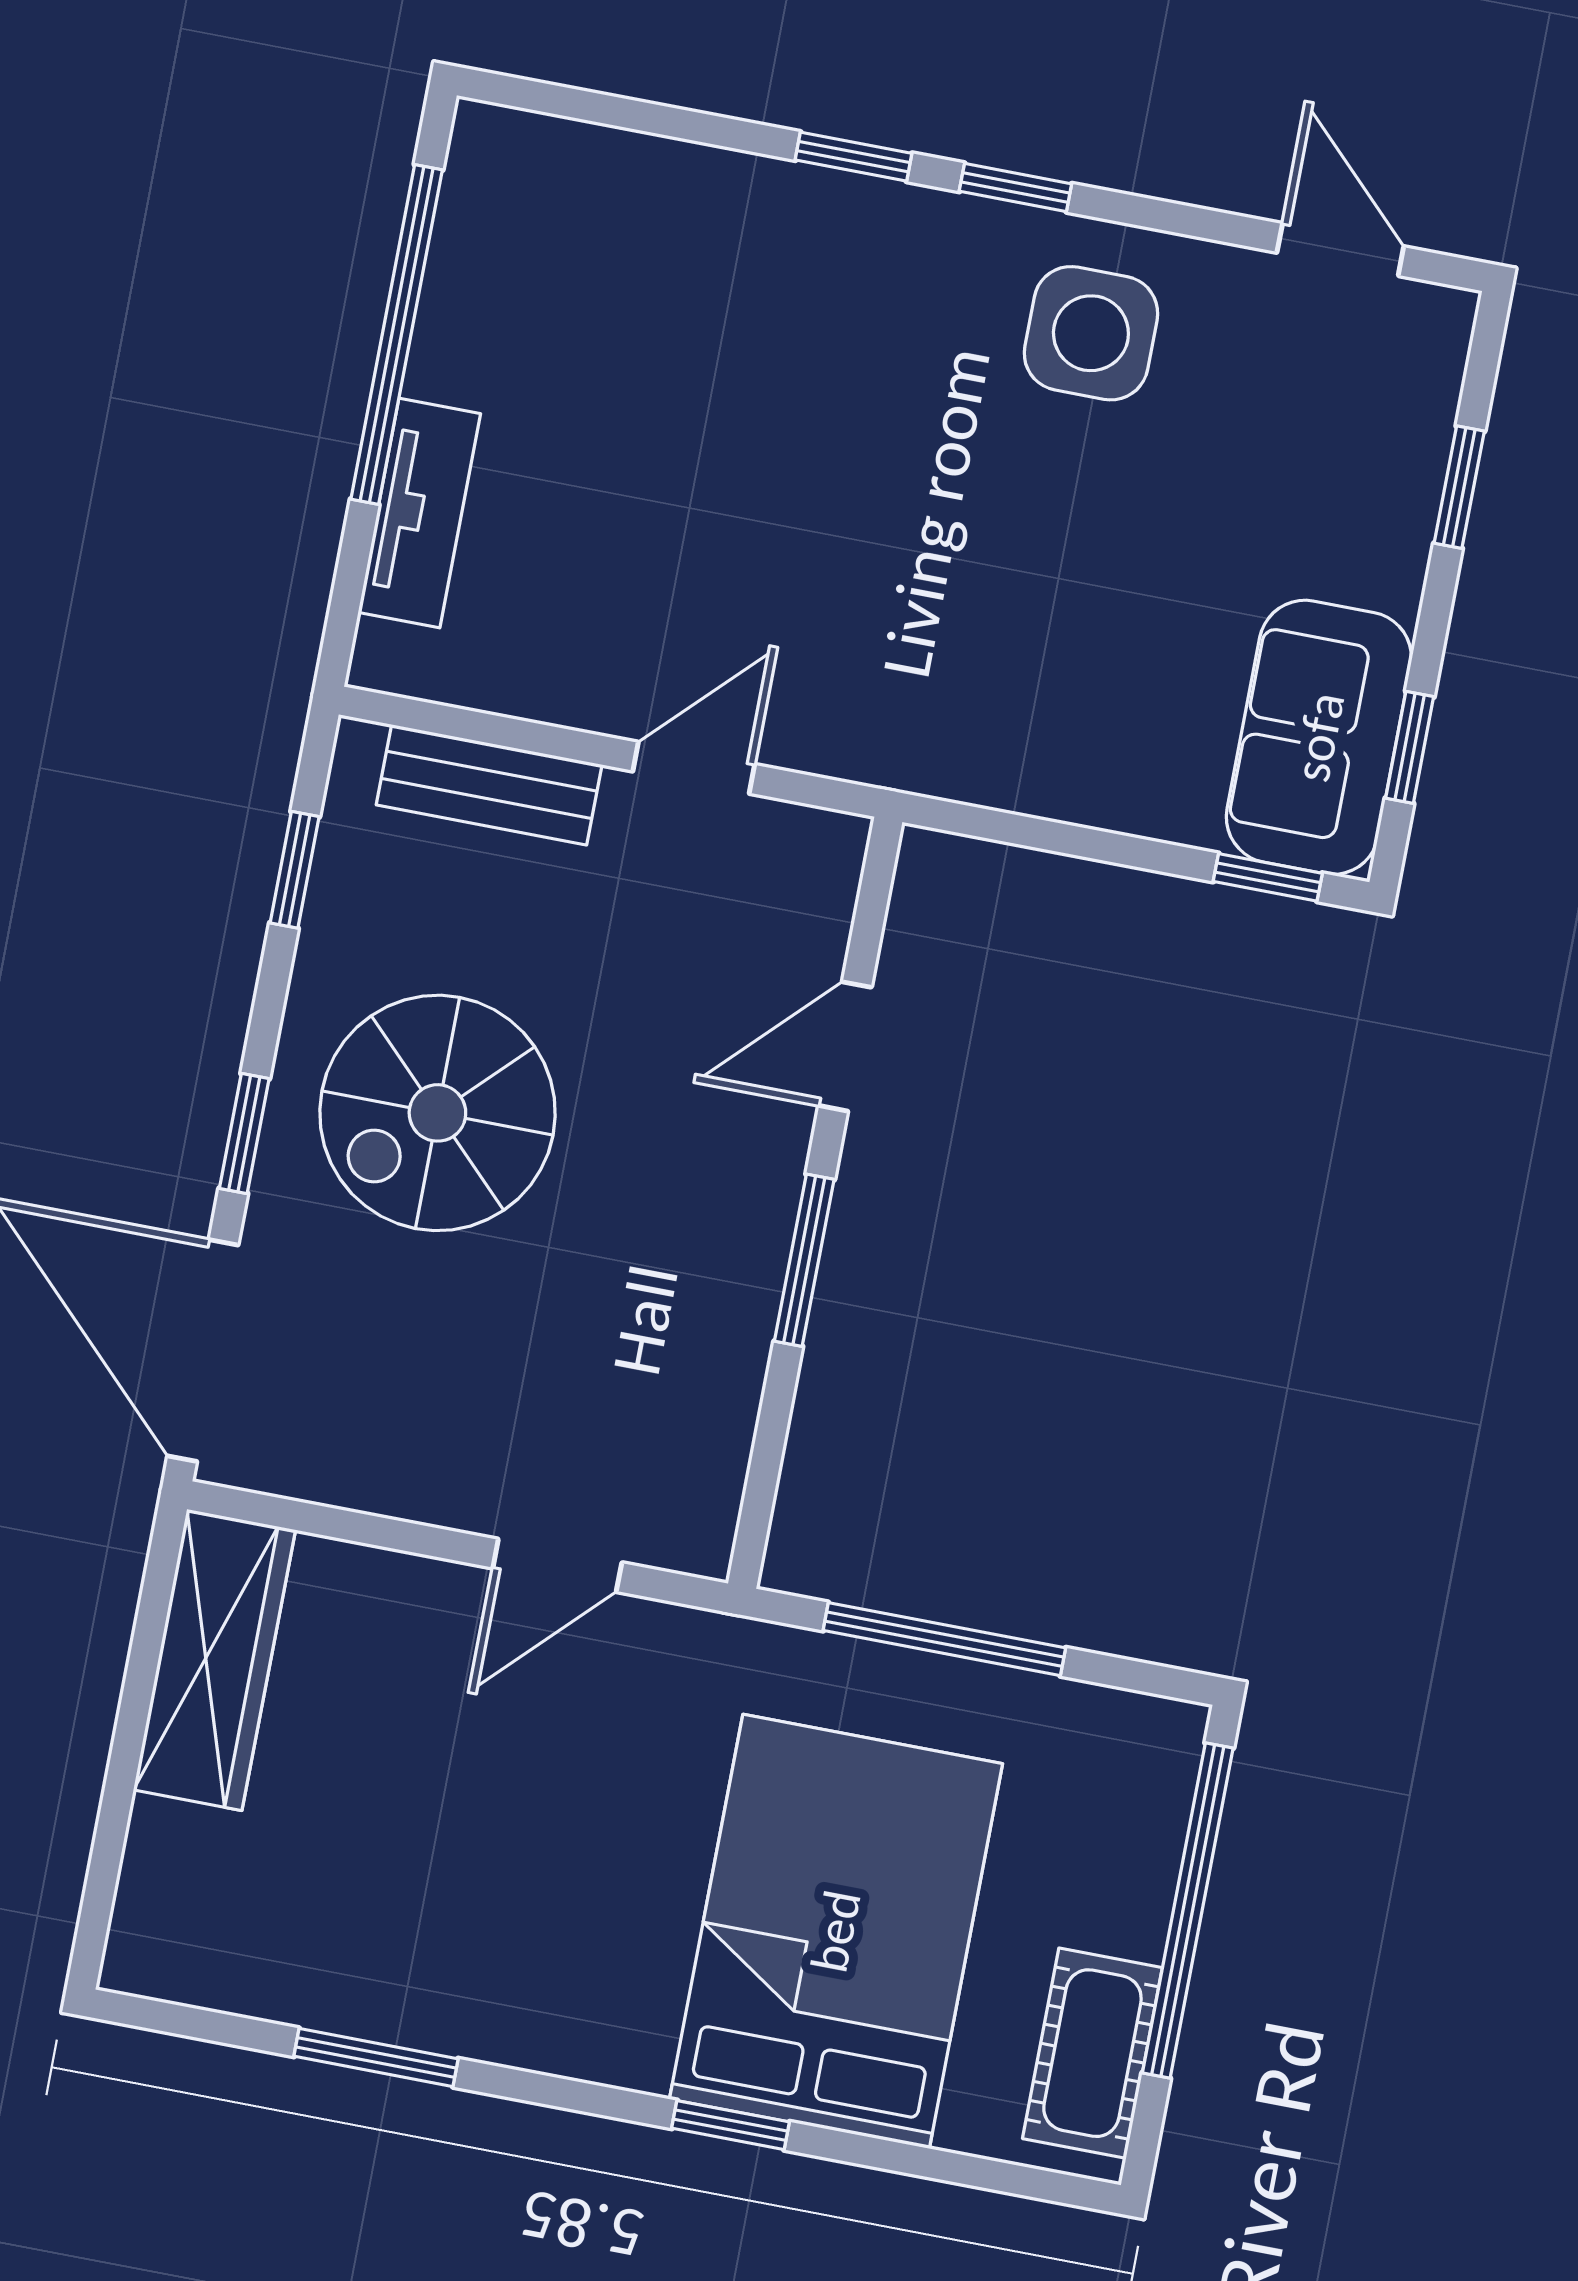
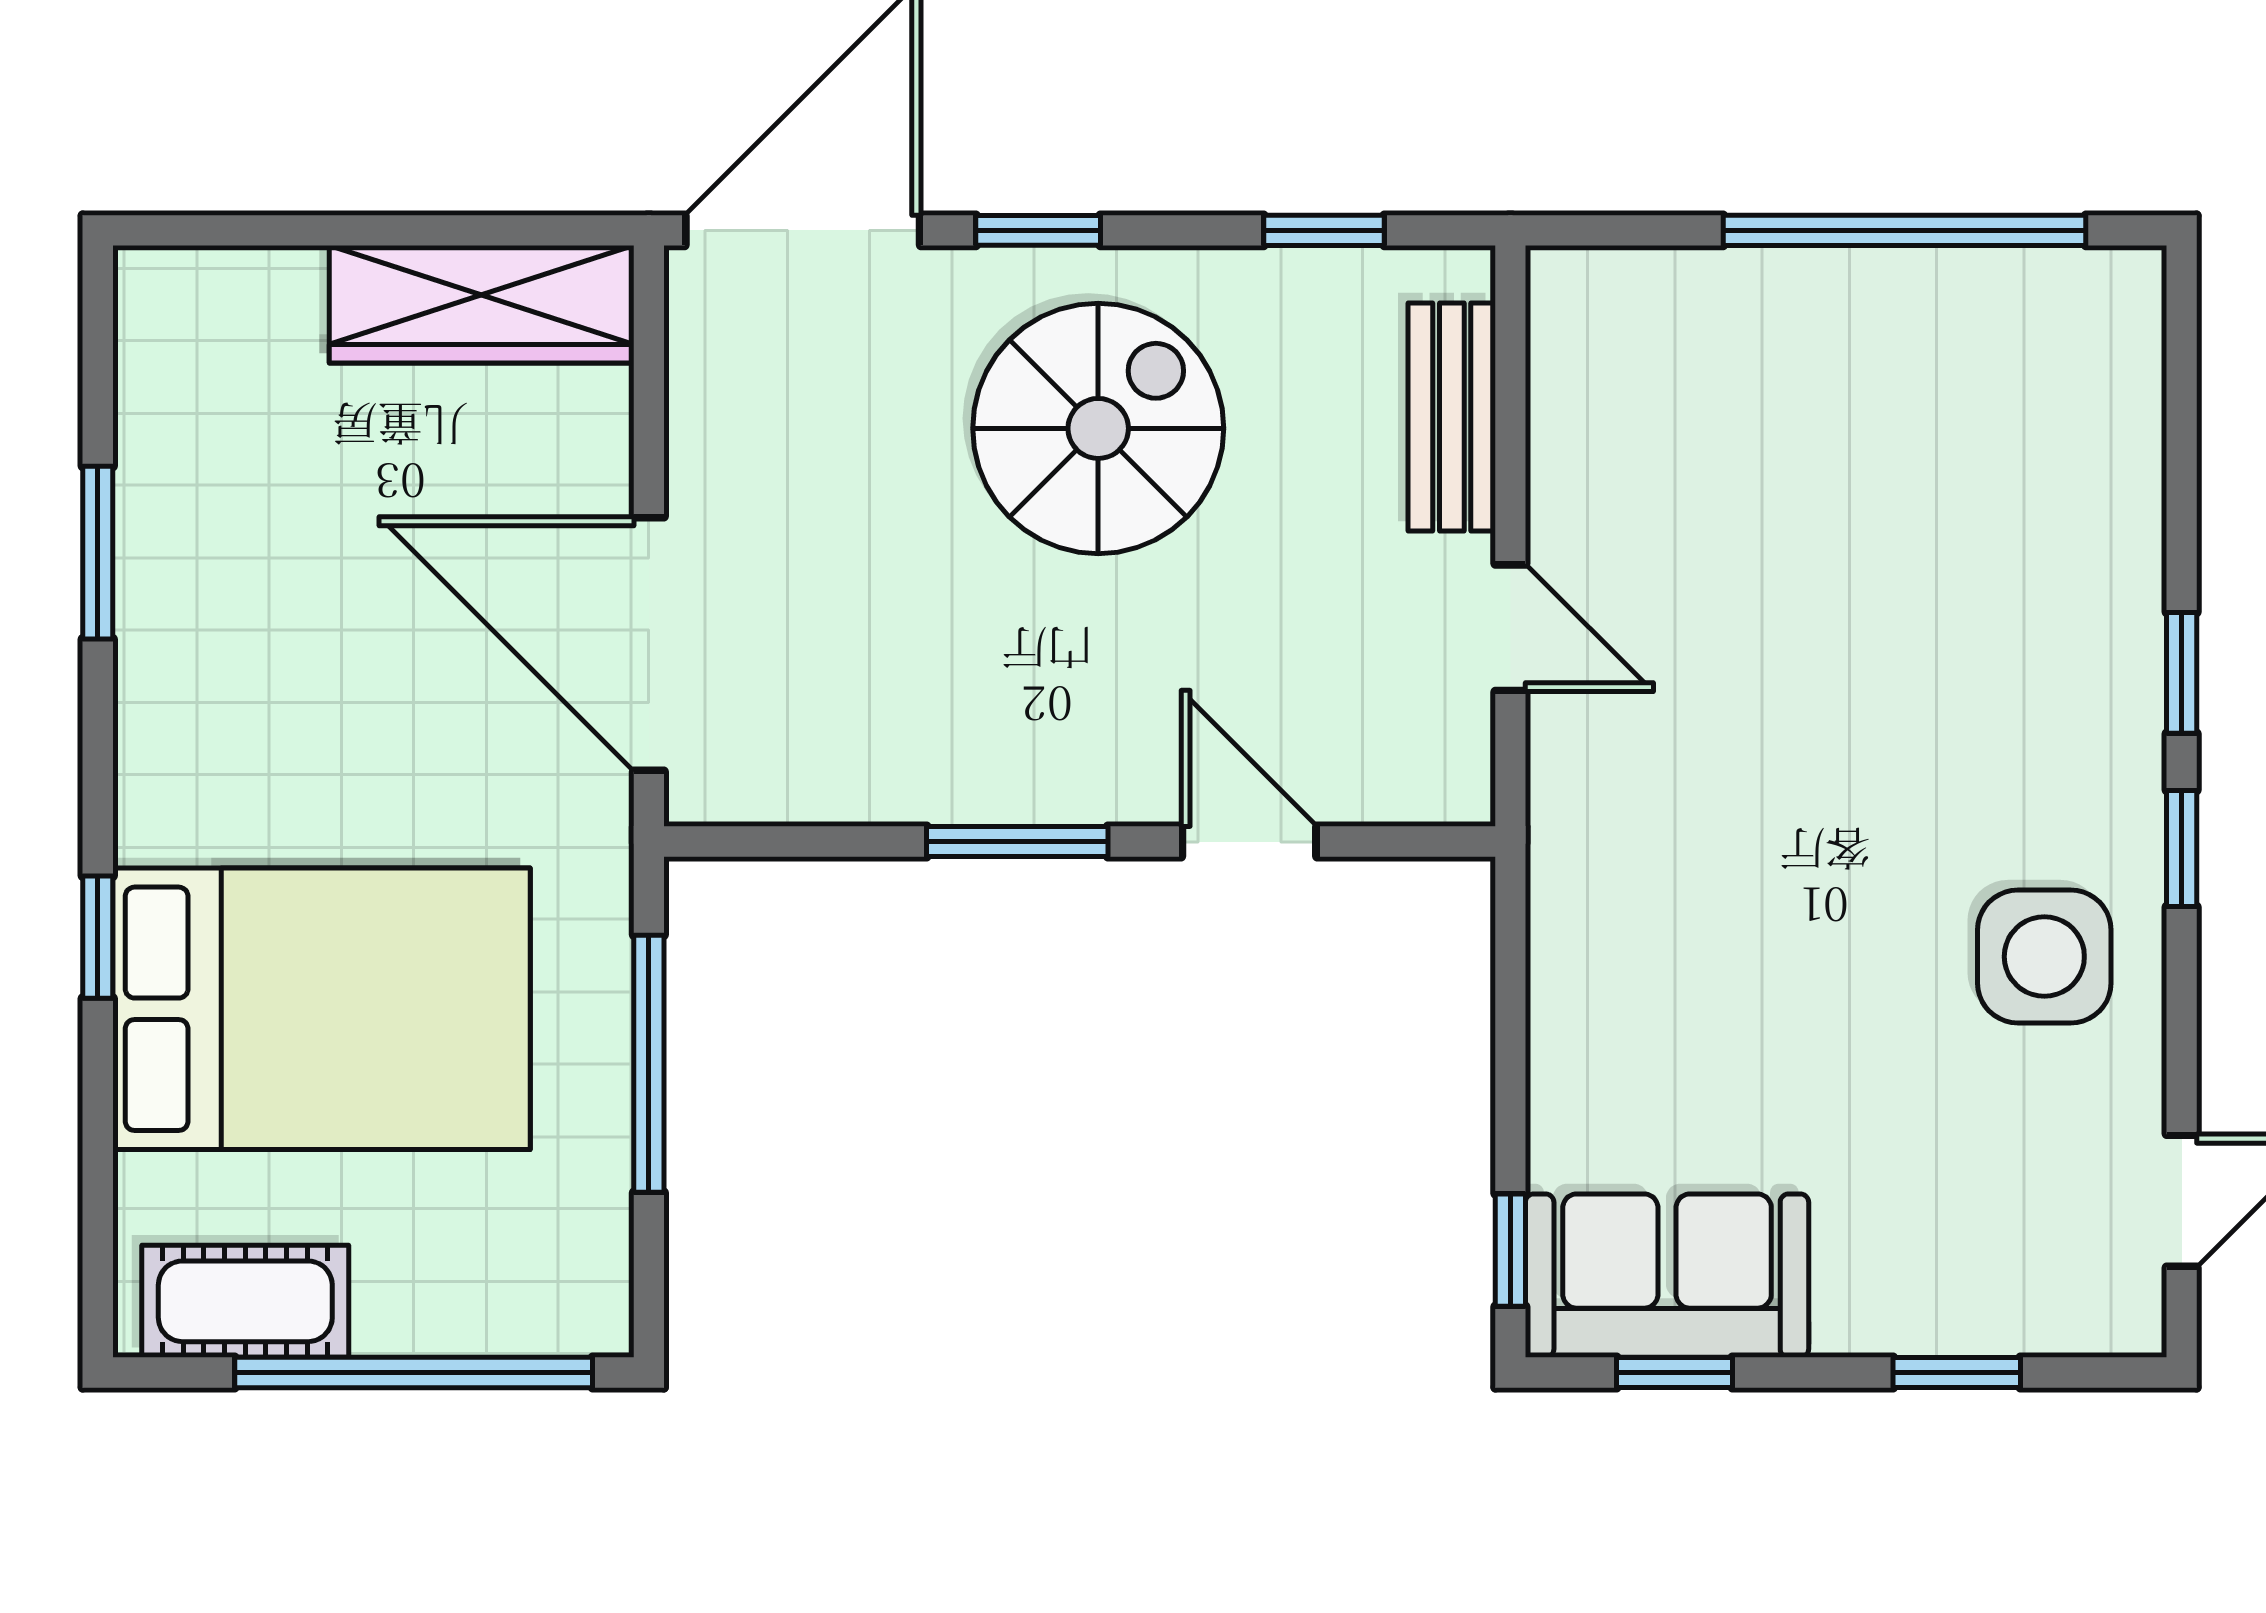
tv unit: (419, 513) -> (1722, 290), removed
spiral stairs: (437, 1113) -> (1098, 428), turned 90
door: (557, 1565) -> (649, 644), width x1.88

